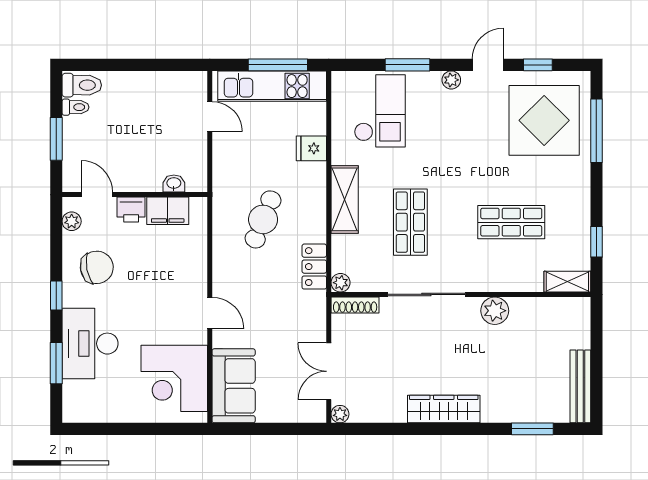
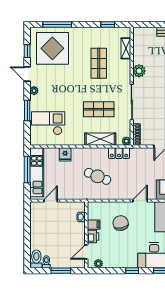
shelving: (345, 199) -> (100, 139), moved
filing cabinet: (168, 211) -> (94, 225), width x0.50
chair: (97, 267) -> (121, 223), moved
shelving: (567, 282) -> (126, 48), moved

